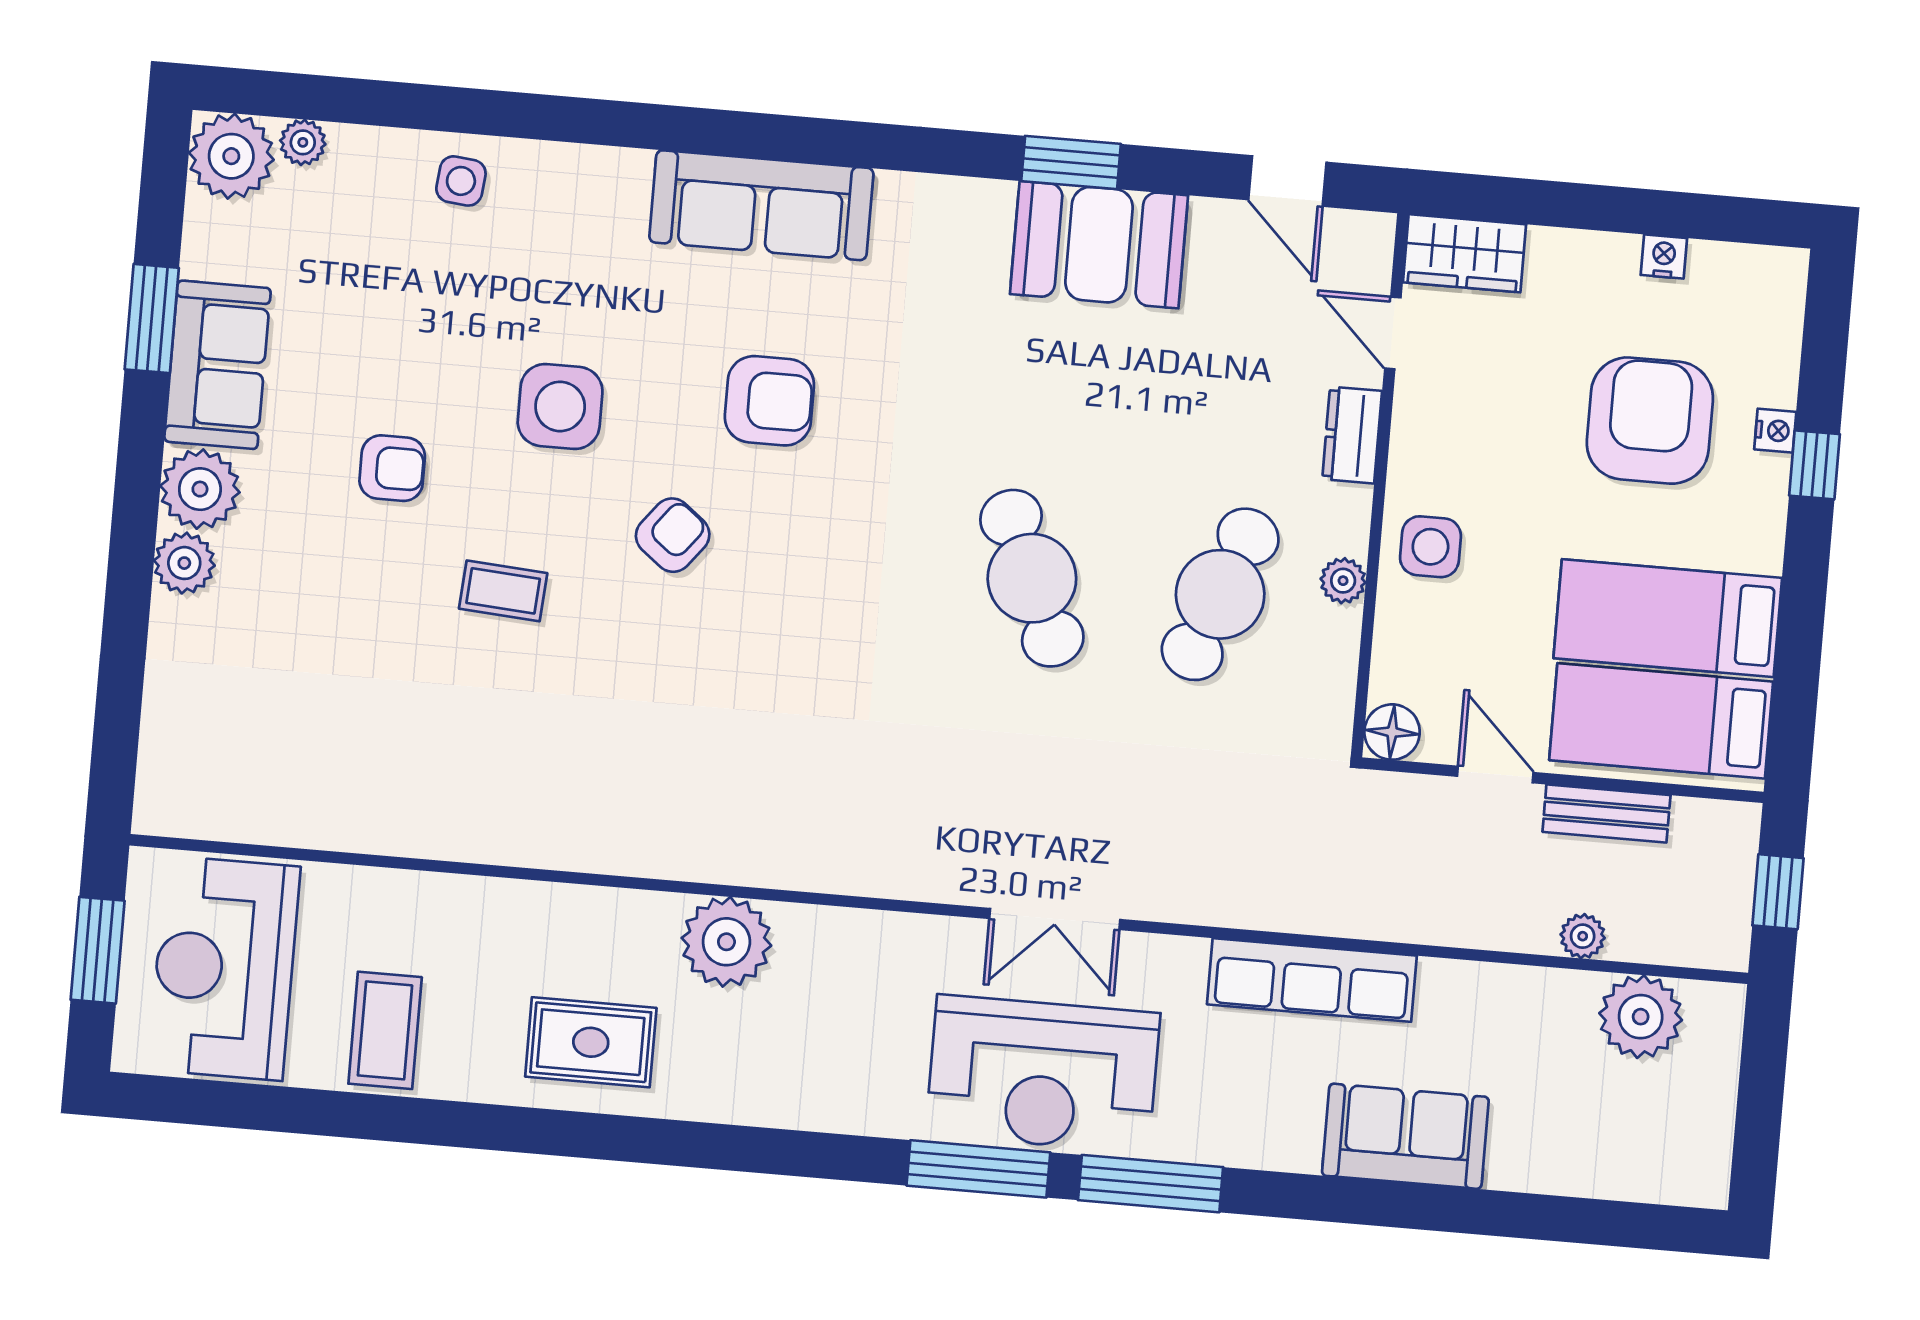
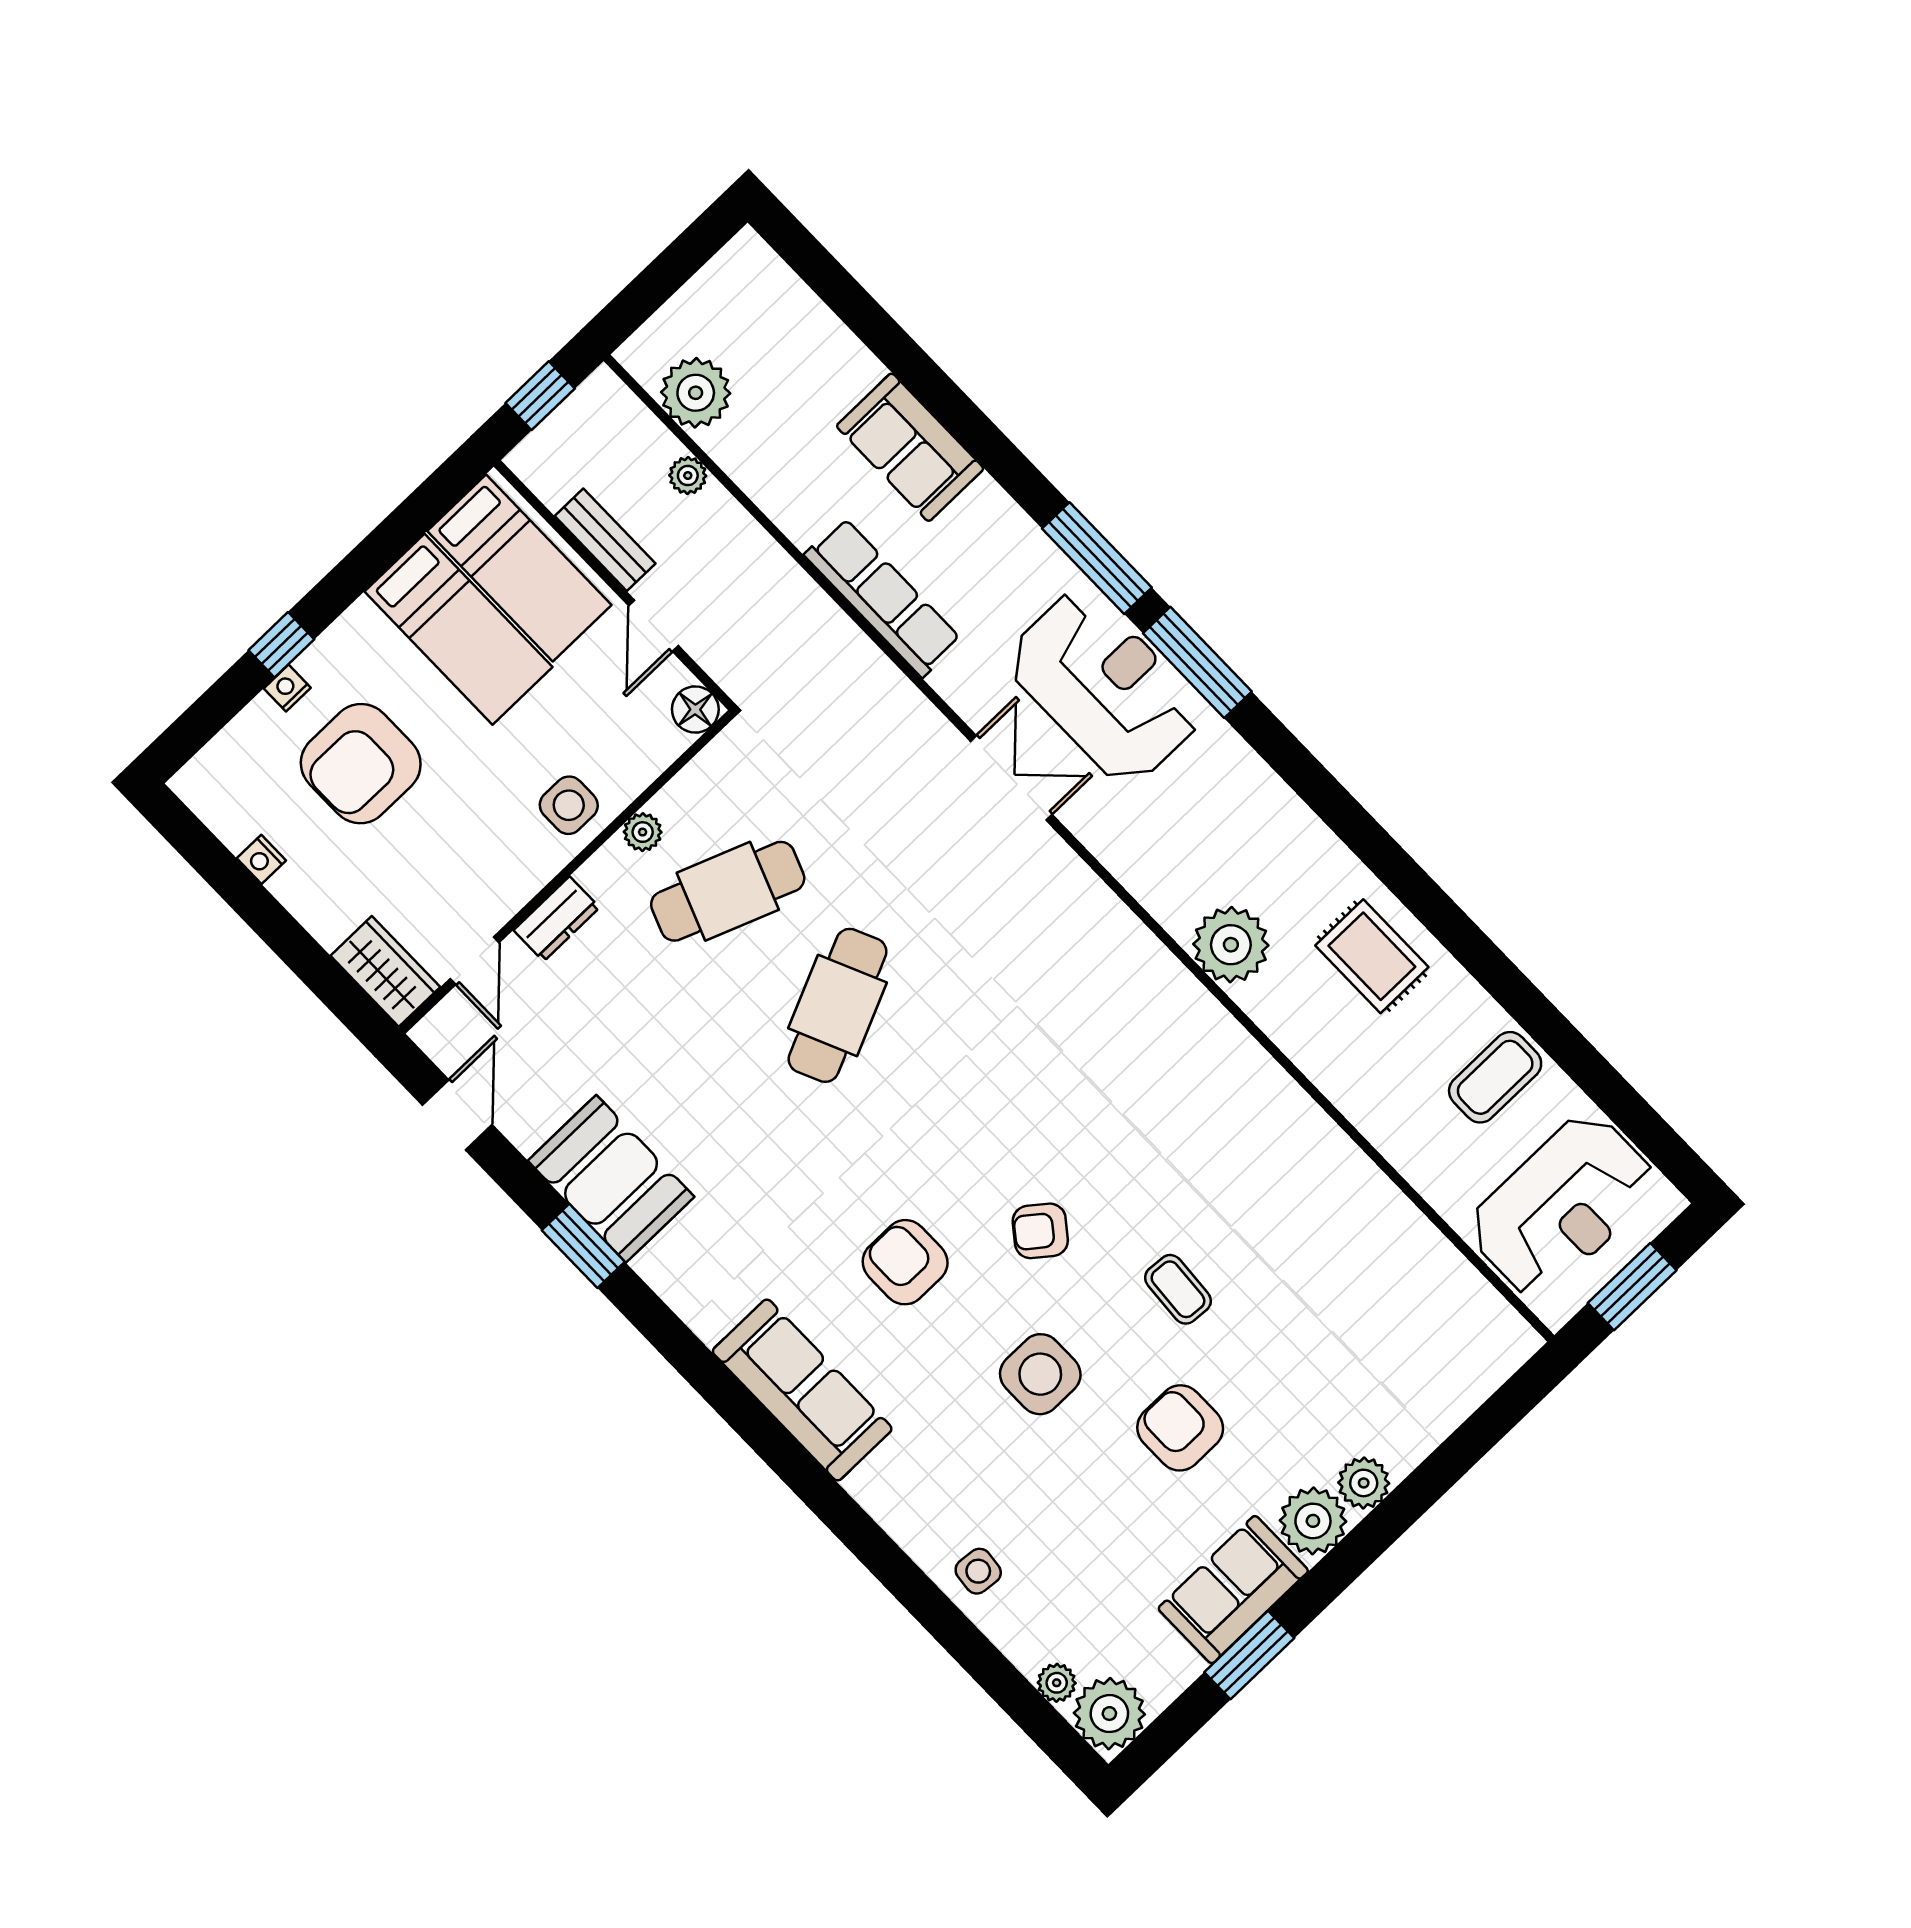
armchair: (392, 468) -> (1180, 1428), width x1.38, depth x1.38

